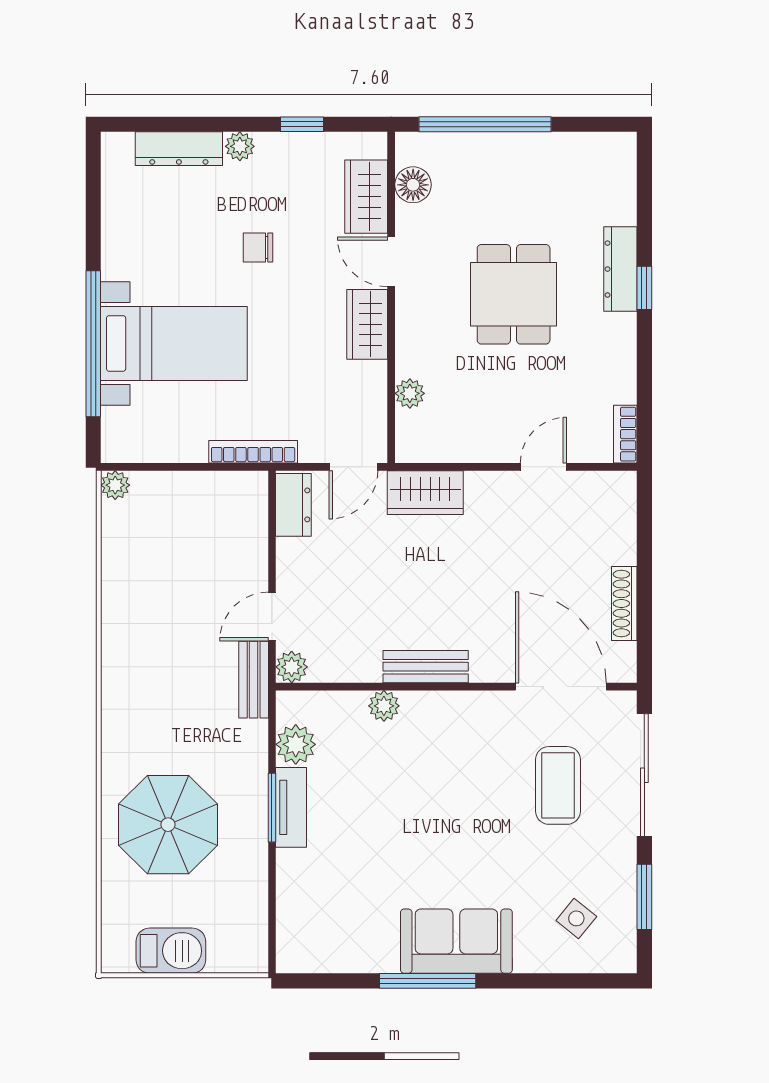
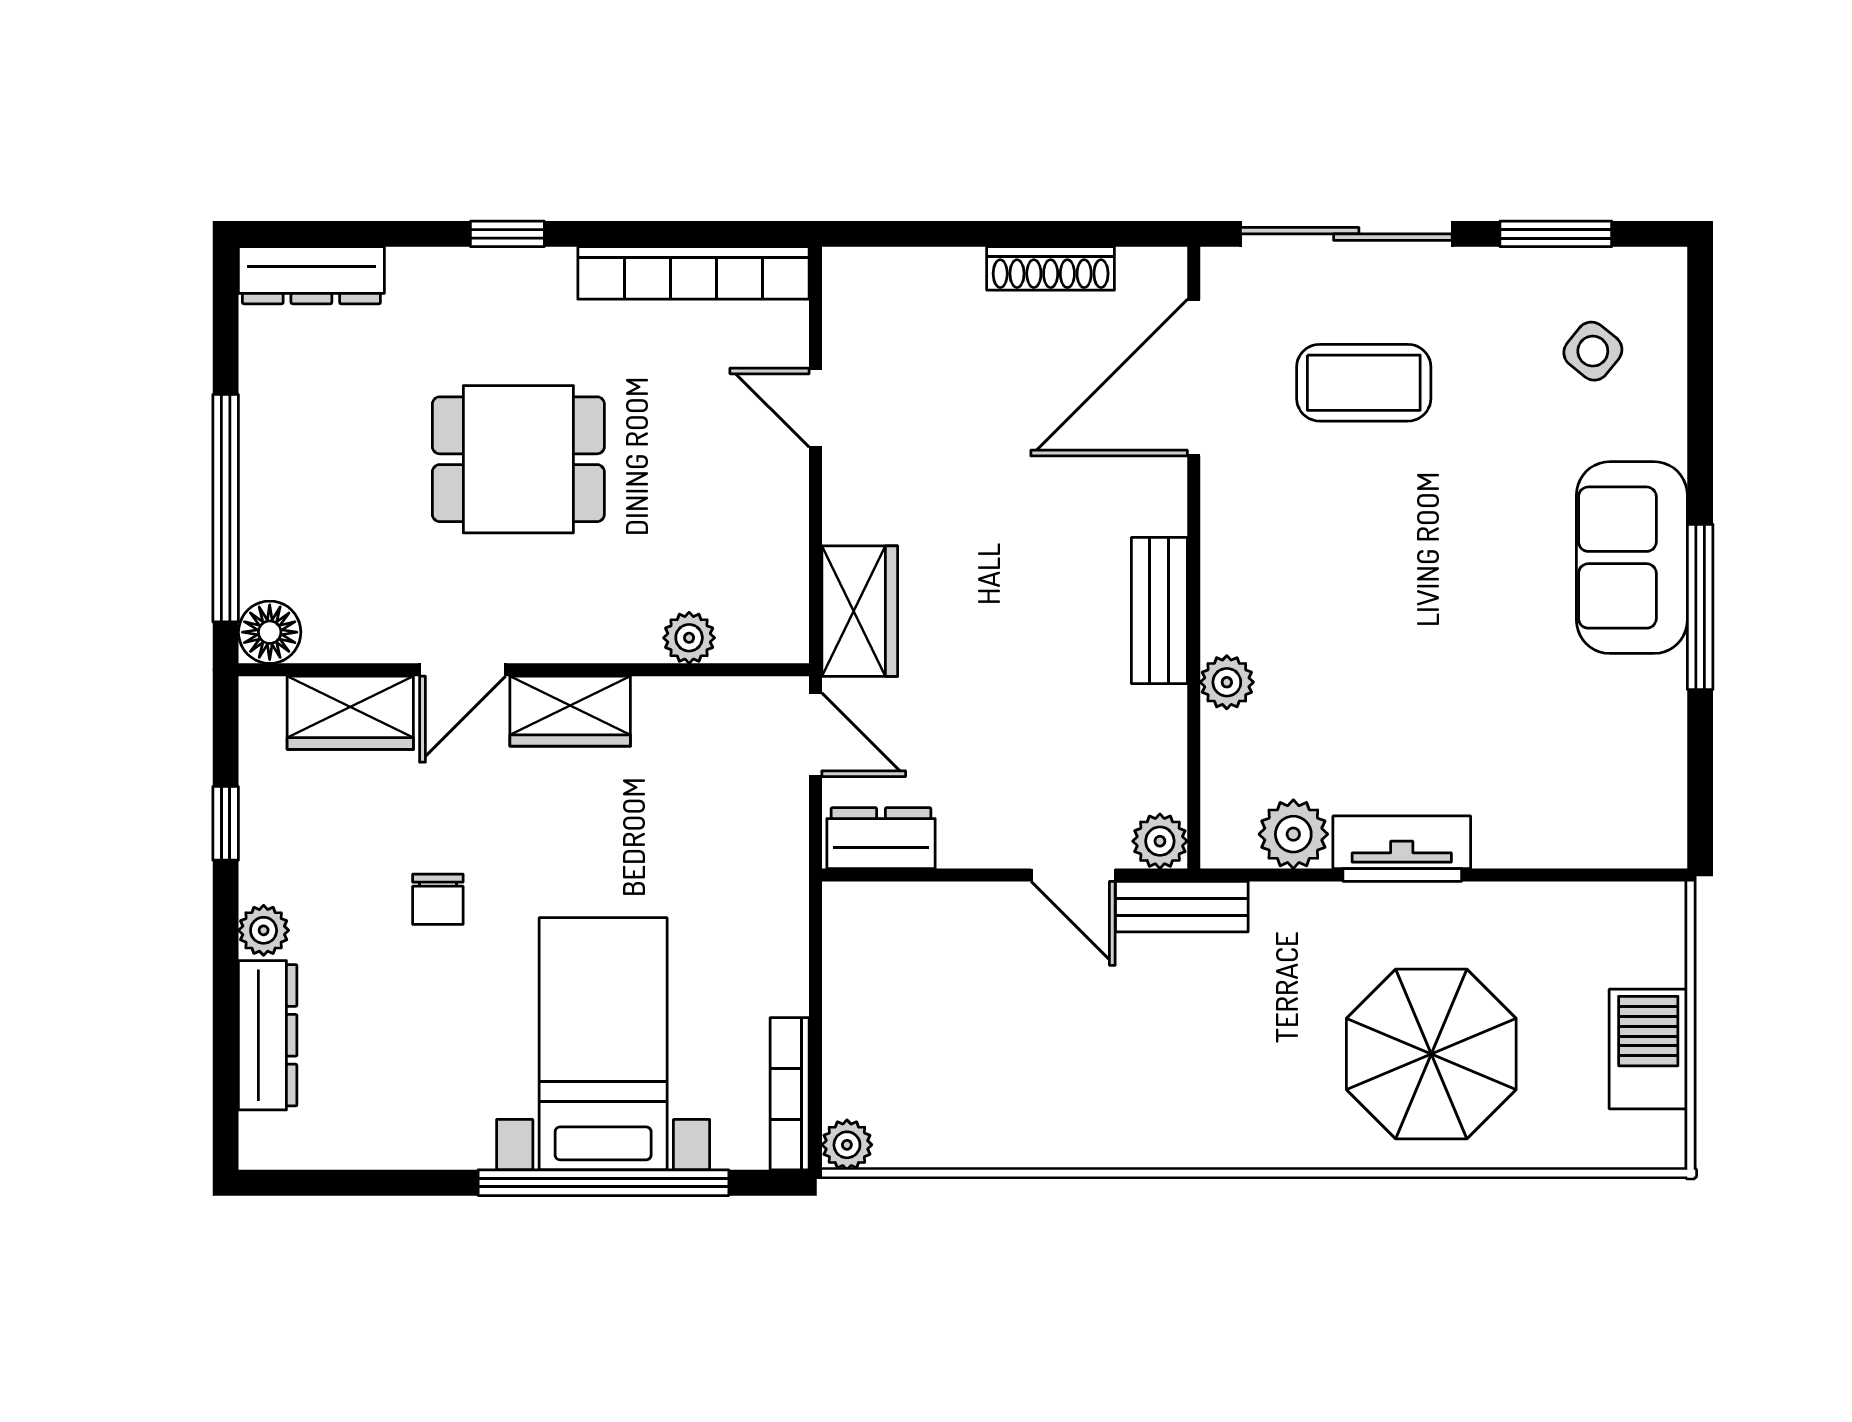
floor lamp: (413, 185) -> (270, 632), moved
dresser: (620, 269) -> (311, 275), moved
bookcase: (625, 434) -> (693, 273), width x2.31, depth x1.31
bookcase: (253, 452) -> (790, 1094), moved

